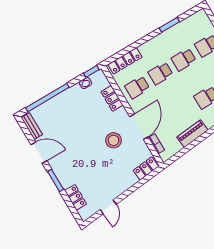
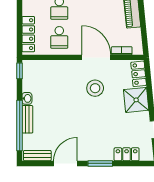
washbasin: (85, 83) -> (27, 98), moved
locker: (112, 98) -> (56, 67), removed
bench: (56, 101) -> (27, 119), added
shower: (124, 179) -> (136, 100), added

